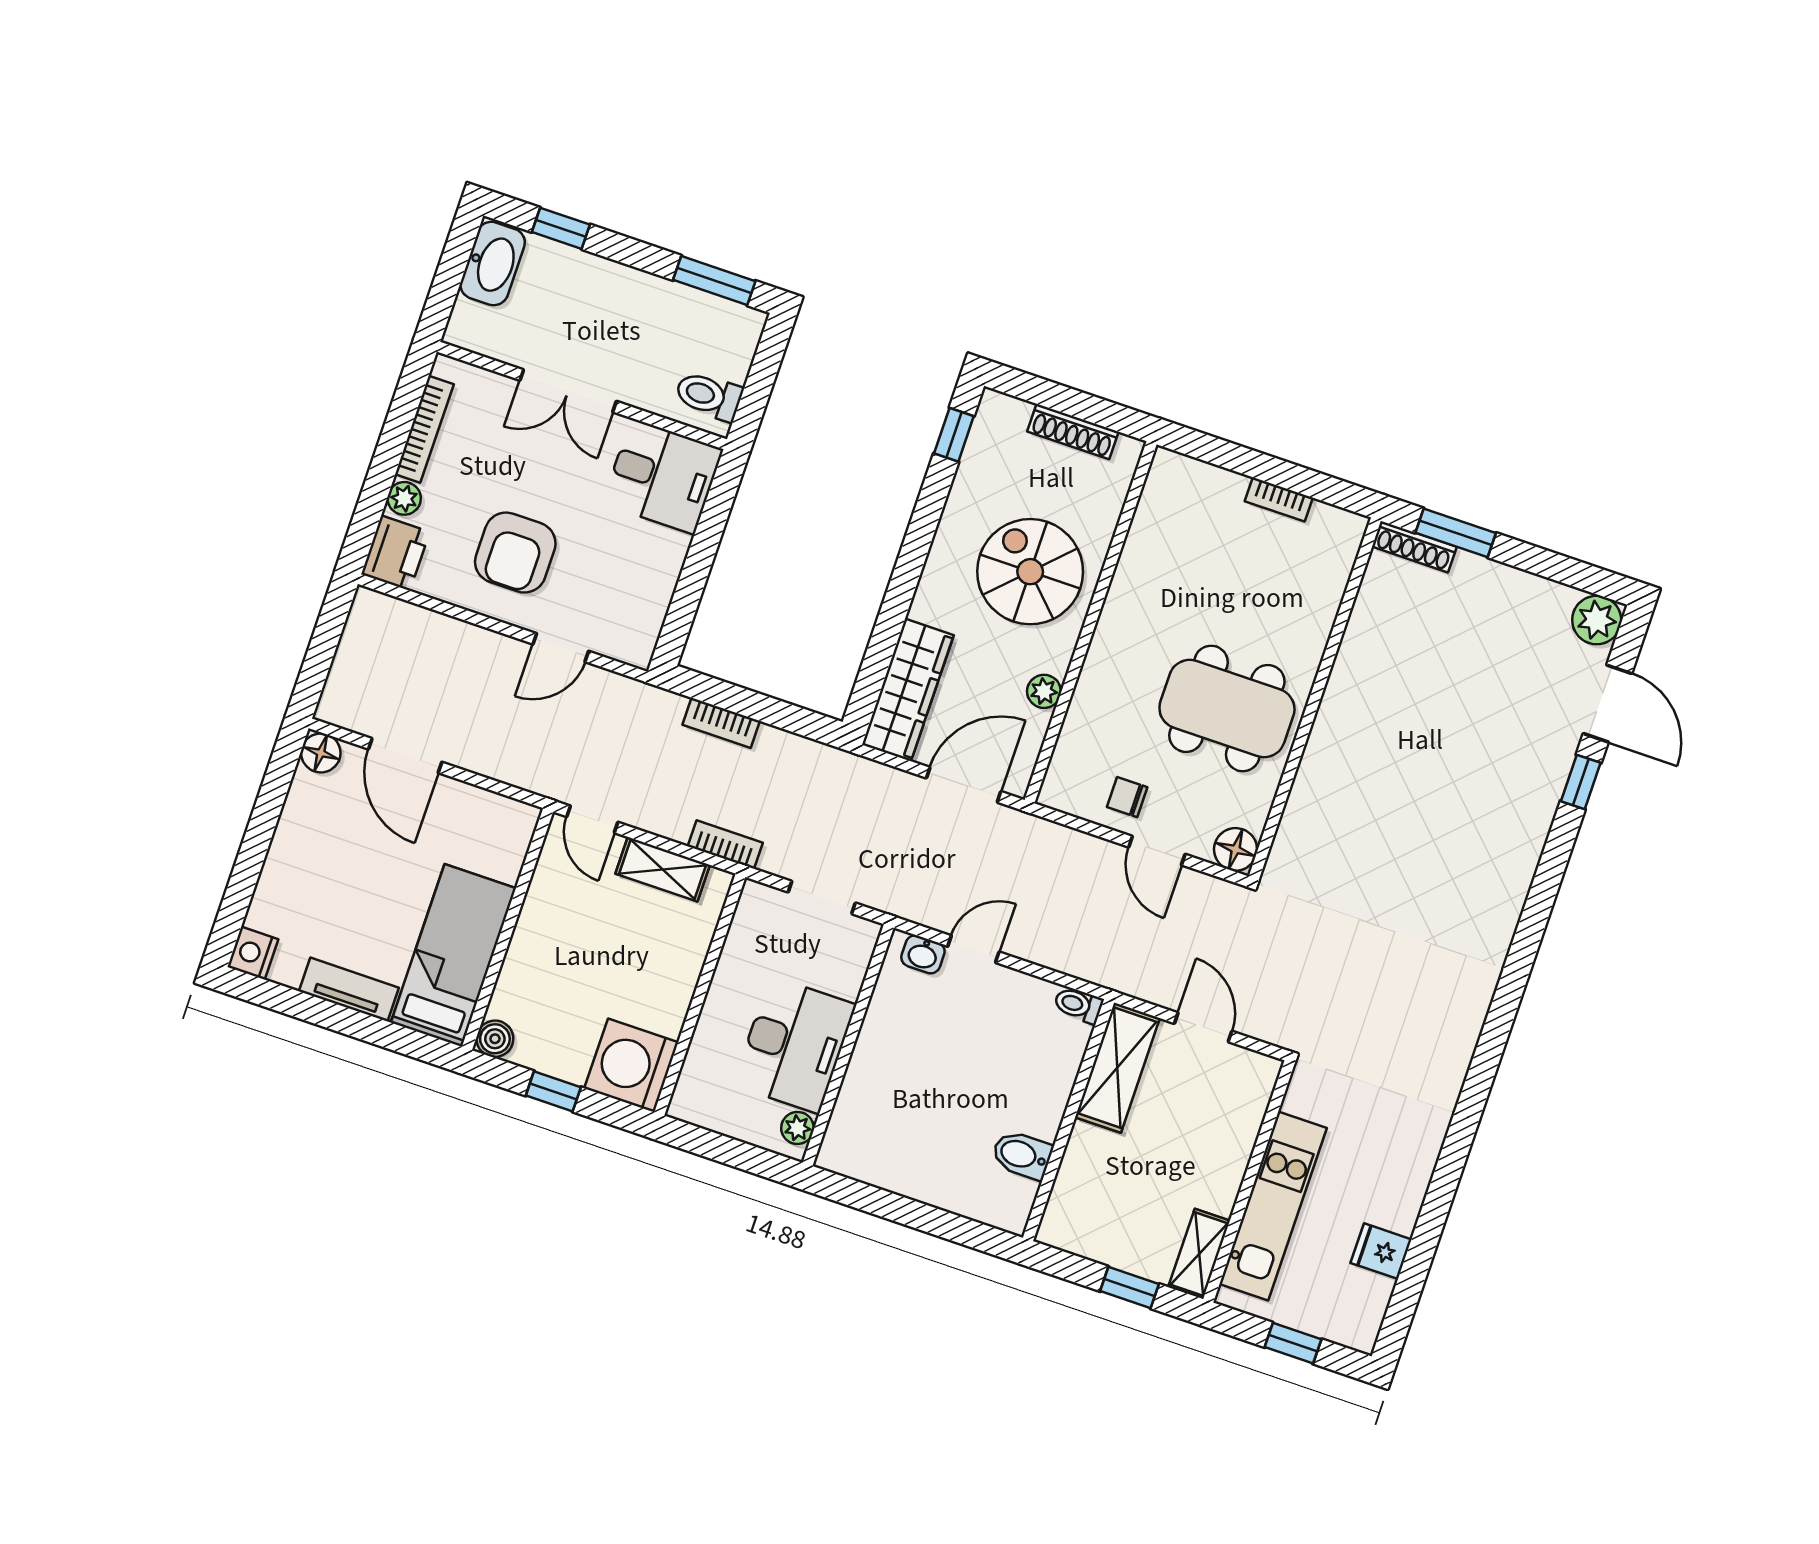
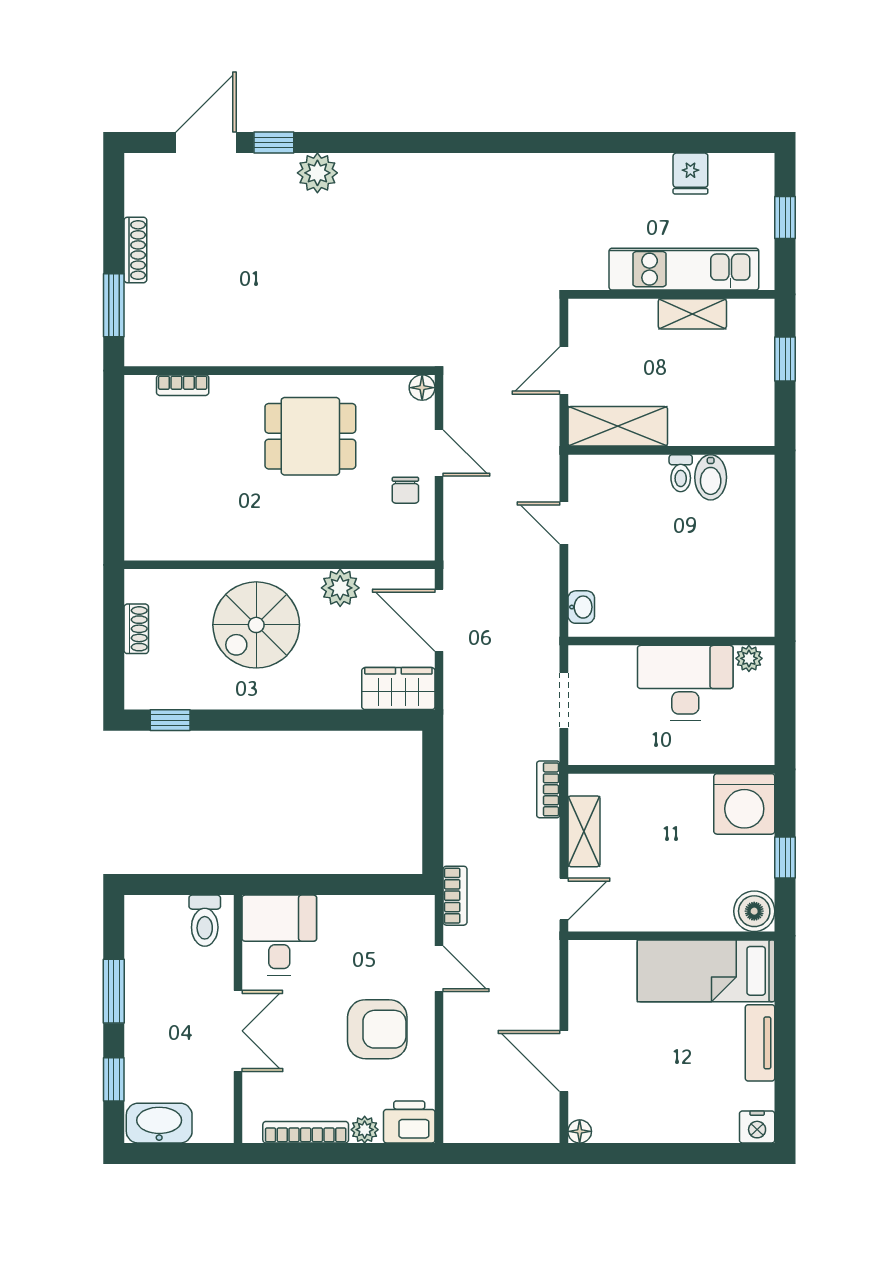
window: (714, 280) -> (114, 991), moved
shoe rack: (1073, 432) -> (136, 629), width x0.70
bookcase: (1279, 499) -> (183, 385), moved, turned 90
shoe rack: (1414, 547) -> (135, 250), moved
plant: (1597, 620) -> (317, 173), moved
wardrobe: (908, 690) -> (398, 689), width x0.67
plant: (1044, 691) -> (340, 588), width x1.38, depth x1.38
dining table: (1227, 709) -> (310, 436), width x0.73
bookcase: (721, 723) -> (455, 896), moved
floor lamp: (321, 753) -> (580, 1131), width x0.73, depth x0.73
door: (405, 756) -> (564, 1061), swing flipped
floor lamp: (1236, 849) -> (422, 388), width x0.73, depth x0.73
door: (1157, 851) -> (439, 453), hinge flipped
door: (973, 949) -> (564, 523), moved
toilet: (1078, 1005) -> (681, 473), moved
boiler: (495, 1039) -> (754, 911), width x1.36, depth x1.36
shelving: (1199, 1254) -> (692, 314), moved

